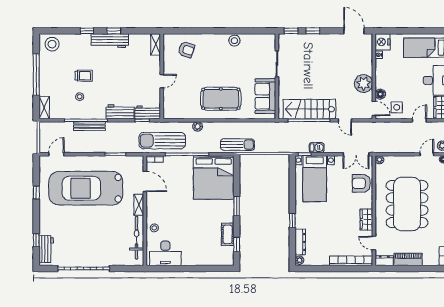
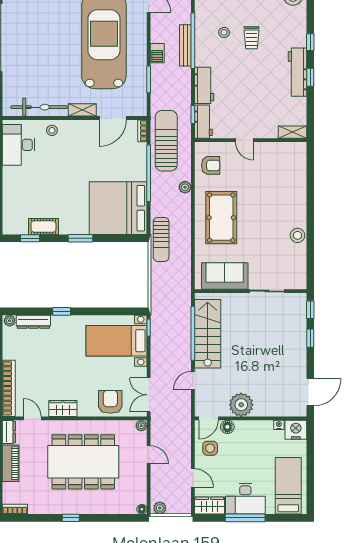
armchair: (186, 50) -> (211, 165), moved, turned -108
barbecue: (317, 148) -> (157, 53), moved
door: (427, 154) -> (149, 455), moved
door: (374, 243) -> (32, 418), hinge flipped

